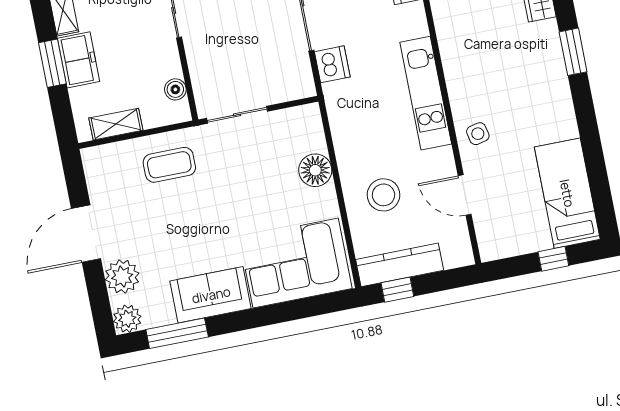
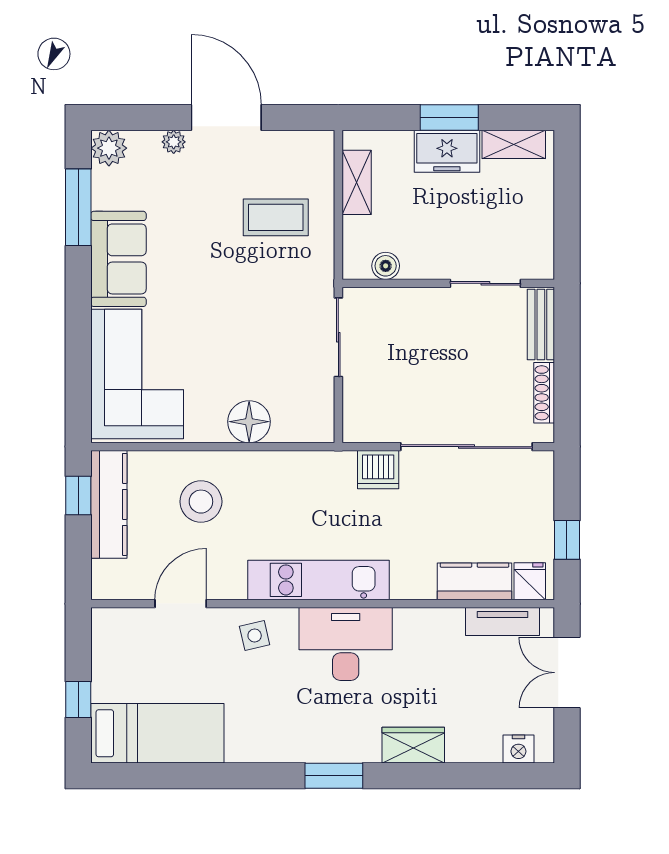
desk: (470, 63) -> (346, 644), added
coffee table: (169, 165) -> (276, 217), moved, turned 90
plant: (122, 277) -> (174, 142), width x0.53, depth x0.53

